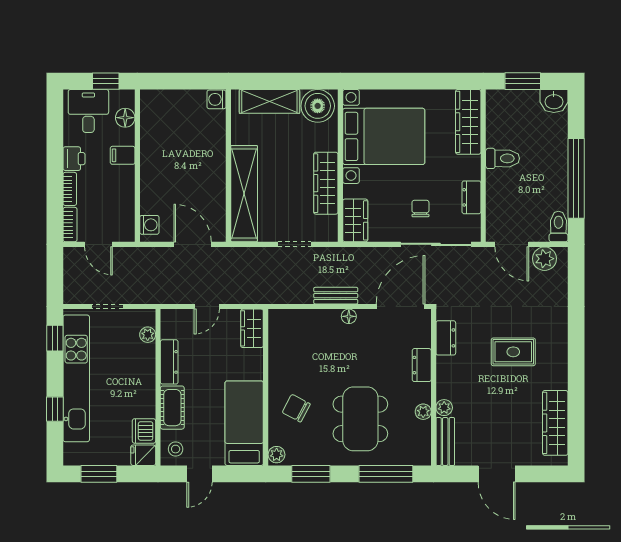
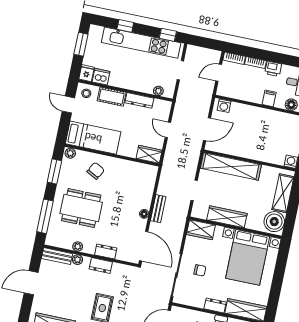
dresser: (471, 197) -> (215, 305), moved
dresser: (446, 338) -> (101, 265), moved

